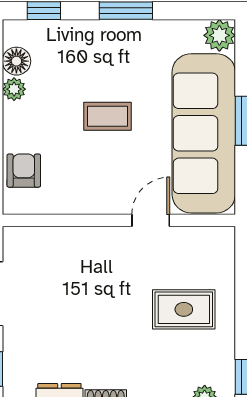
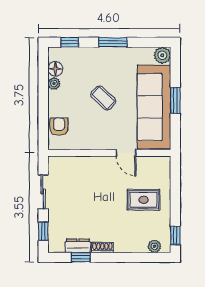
coffee table: (107, 116) -> (103, 98), turned 43
door: (151, 220) -> (126, 153), swing flipped

